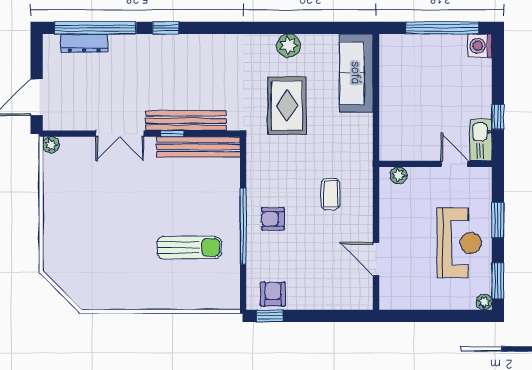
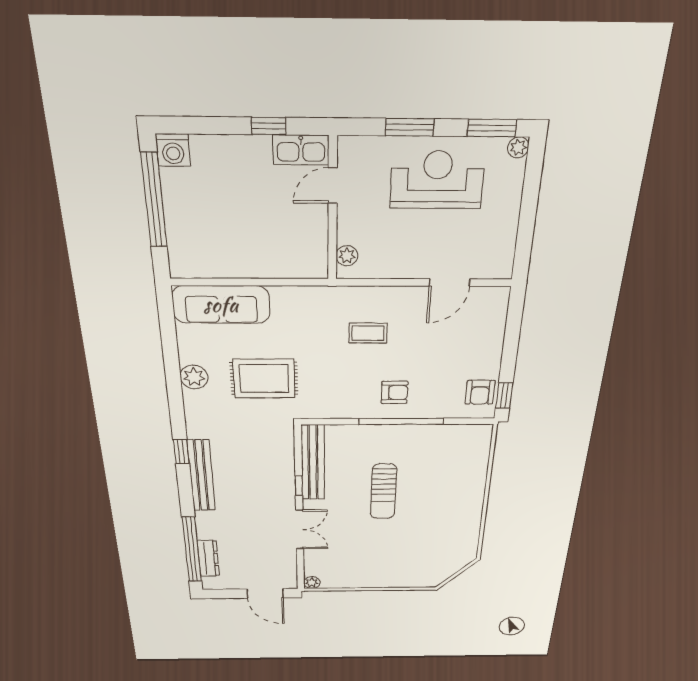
window: (166, 28) -> (181, 452), moved
bench: (186, 121) -> (201, 476), moved
armchair: (273, 219) -> (395, 392), turned -90
sun lounger: (189, 247) -> (383, 492), moved, turned 180
armchair: (273, 294) -> (480, 392), turned -90

